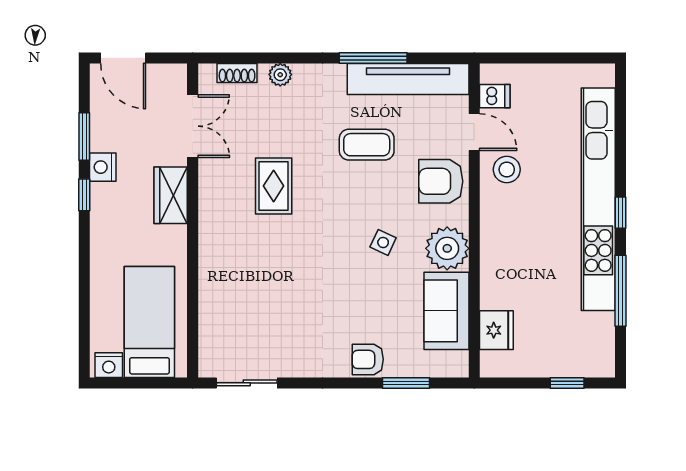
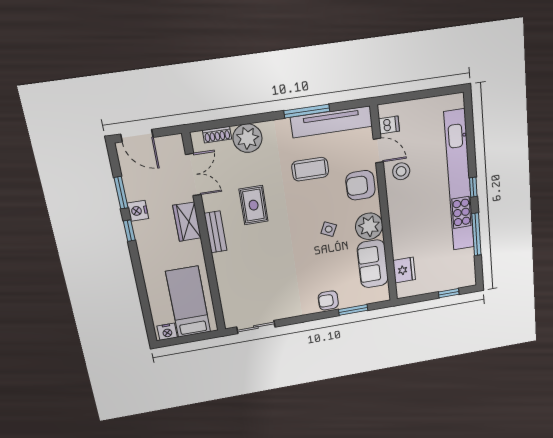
plant: (280, 75) -> (247, 138), width x1.88, depth x1.88
bench: (210, 218) -> (216, 232), added

